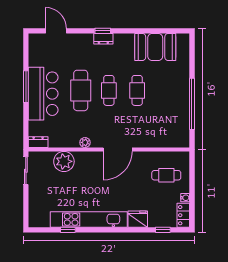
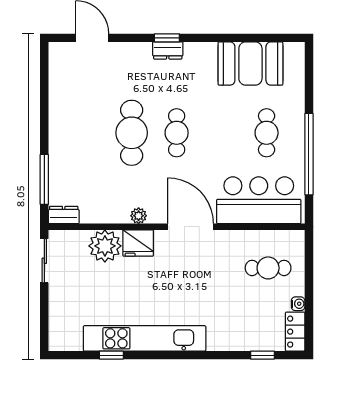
window: (26, 87) -> (44, 179), moved
cafe table: (137, 90) -> (267, 133), moved
bar counter: (43, 94) -> (259, 200), moved, turned -90
door: (118, 149) -> (190, 227), swing flipped
fridge: (138, 219) -> (138, 243), moved, turned 180

